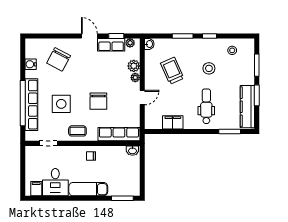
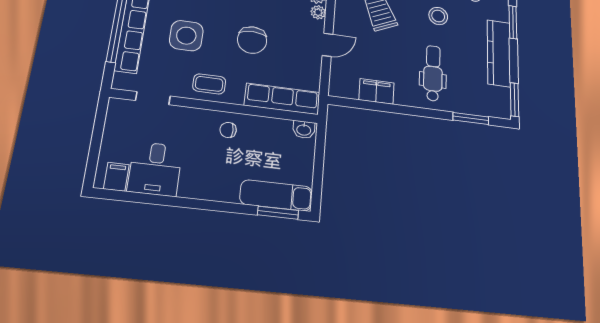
window: (257, 95) -> (515, 100), moved
kitchen counter: (247, 107) -> (499, 53), moved
exam couch: (88, 189) -> (276, 195), moved

